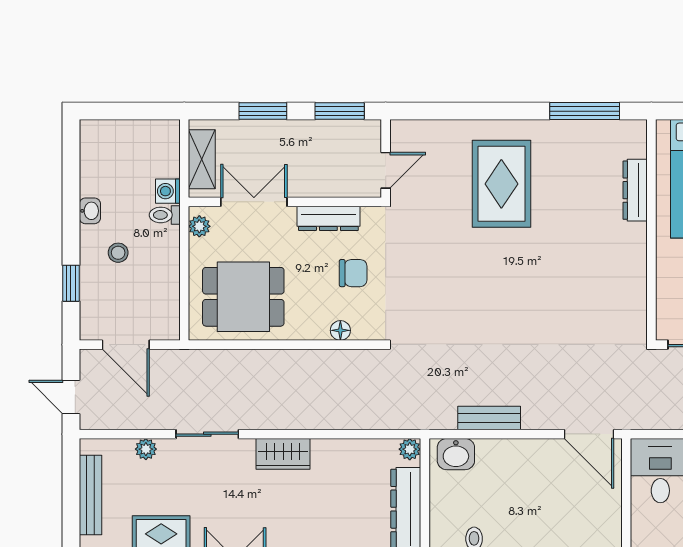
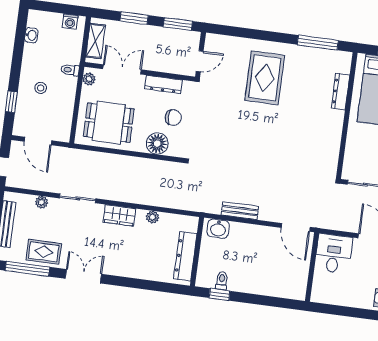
washing machine: (168, 191) -> (70, 22), moved, turned -90
washbasin: (90, 211) -> (31, 35), moved
floor lamp: (340, 330) -> (157, 144), width x1.89, depth x1.89
plant: (410, 449) -> (153, 217), moved

